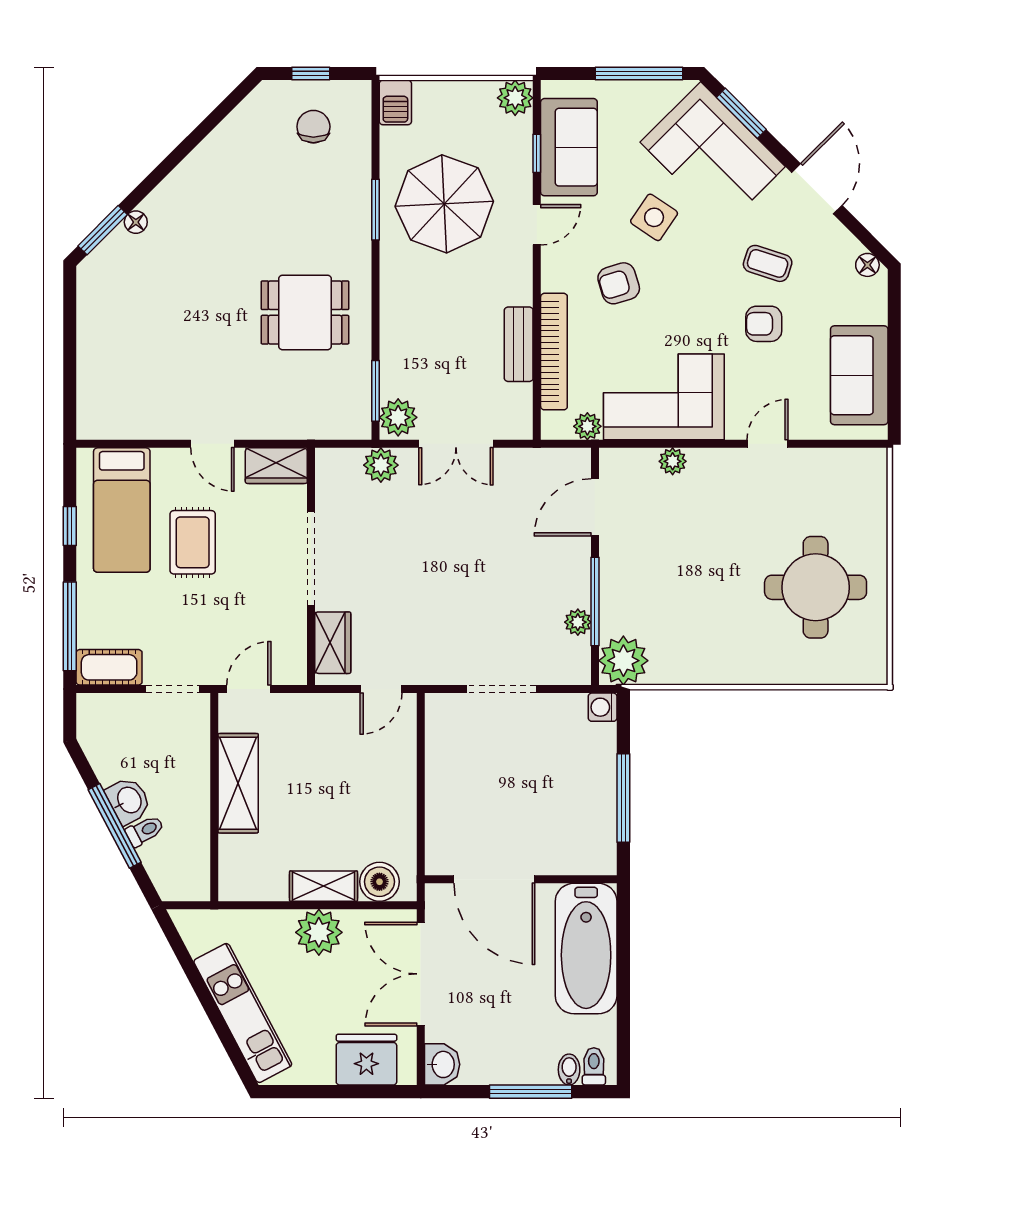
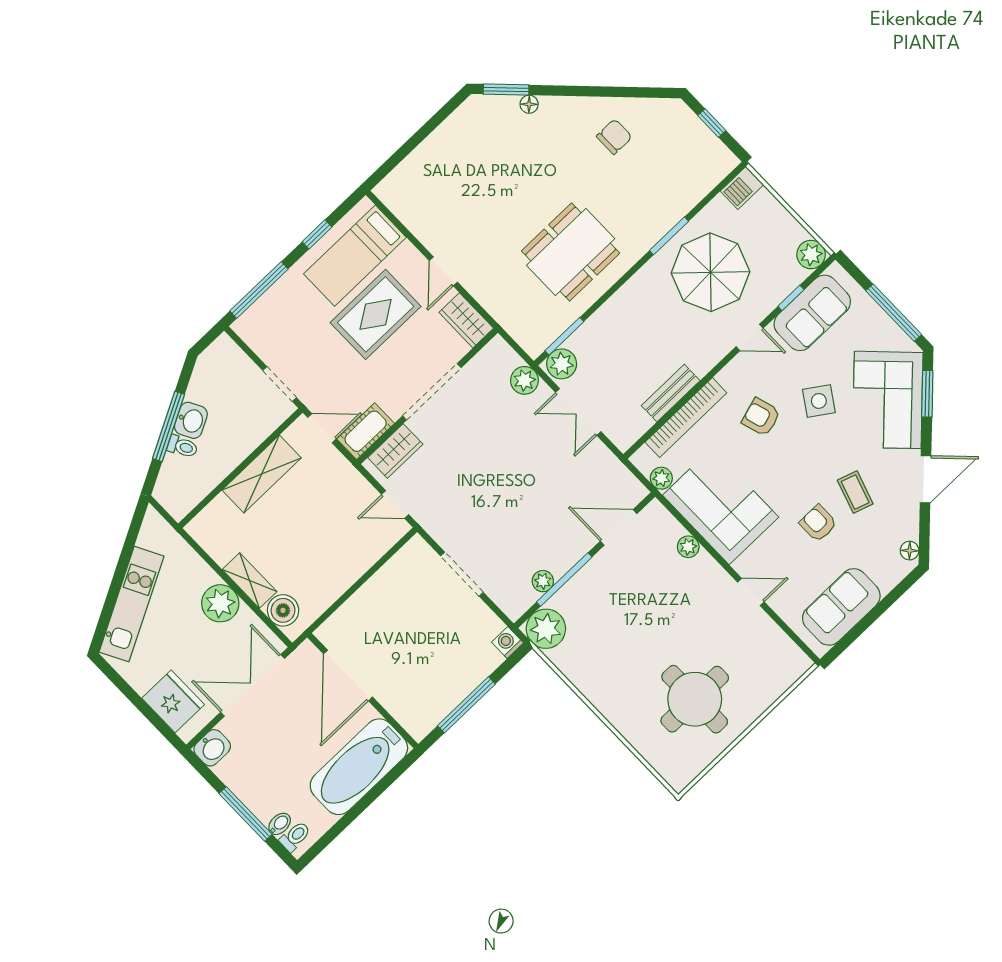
chair: (313, 127) -> (614, 137), moved
dining table: (305, 312) -> (571, 252), width x1.38
rug: (193, 542) -> (376, 314), width x1.36, depth x1.43
cot: (109, 667) -> (366, 431), moved, turned 90

